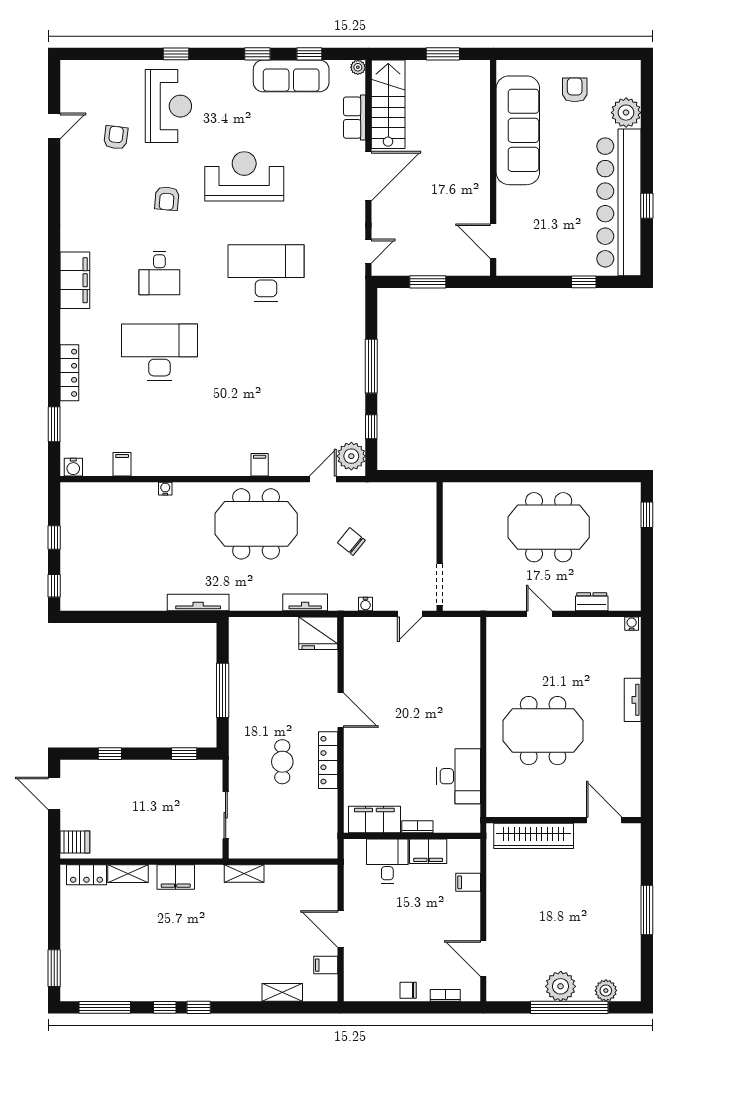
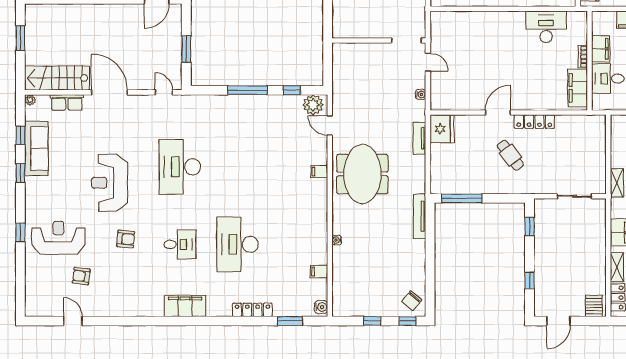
chair: (351, 541) -> (412, 301), moved
window: (223, 690) -> (462, 198), moved
cafe table: (282, 762) -> (510, 155), moved, turned 53

